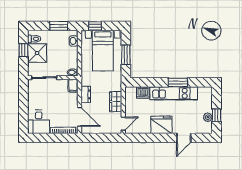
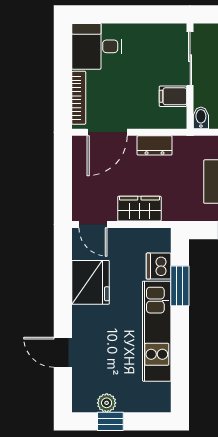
window: (178, 82) -> (180, 286), moved
filing cabinet: (73, 86) -> (173, 96), moved
fridge: (161, 125) -> (91, 282), moved

